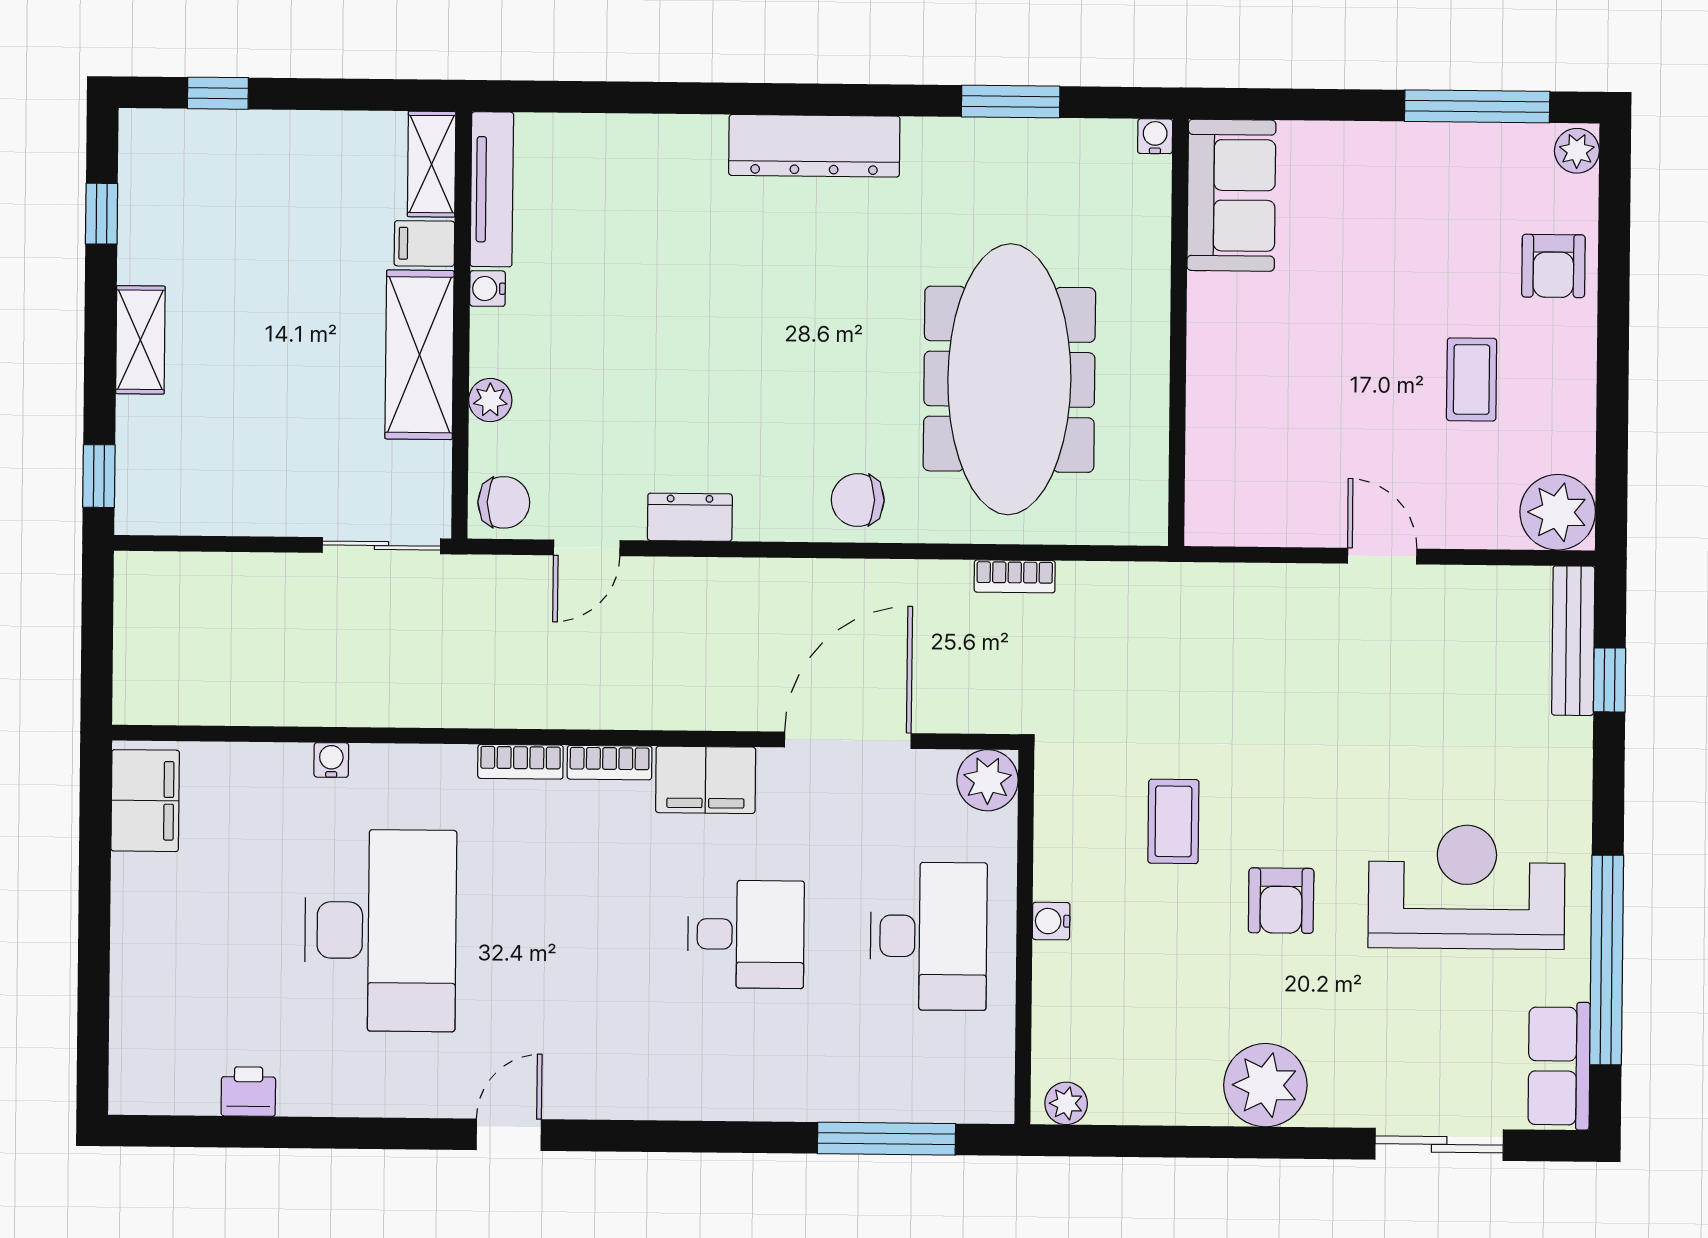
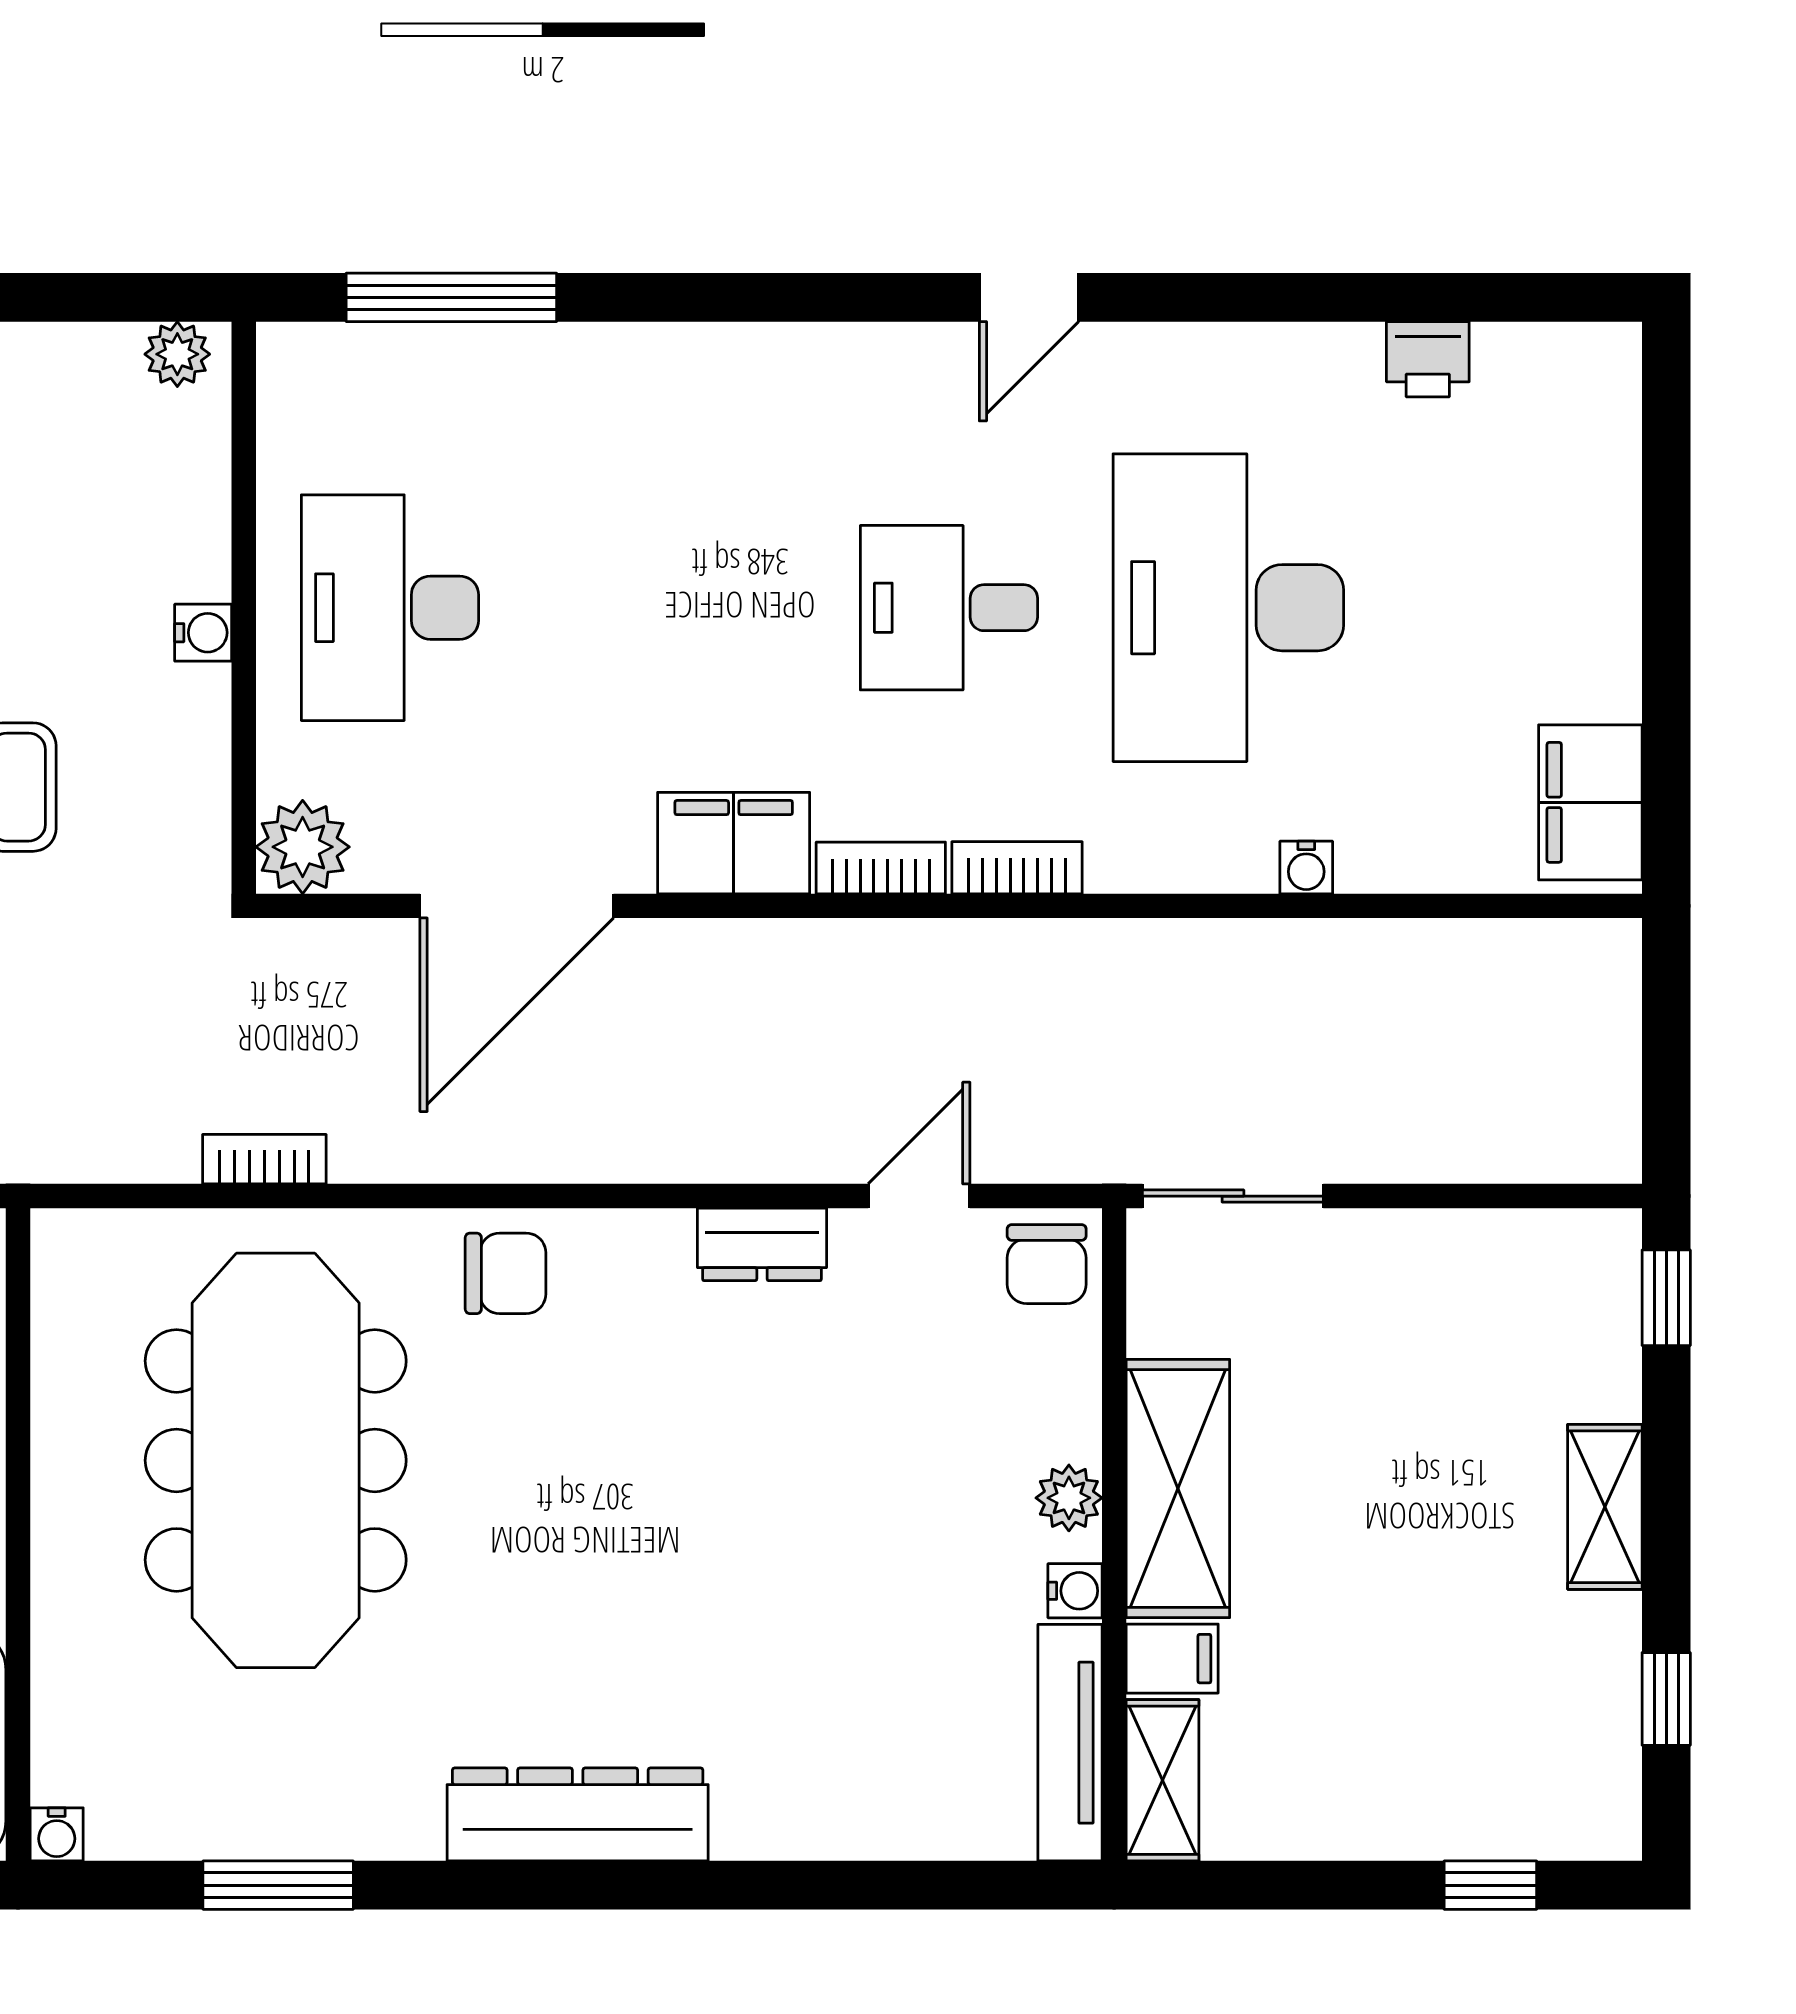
plant: (490, 400) -> (1069, 1498), moved
chair: (504, 502) -> (1047, 1264), turned -90
desk: (746, 934) -> (949, 608), moved

